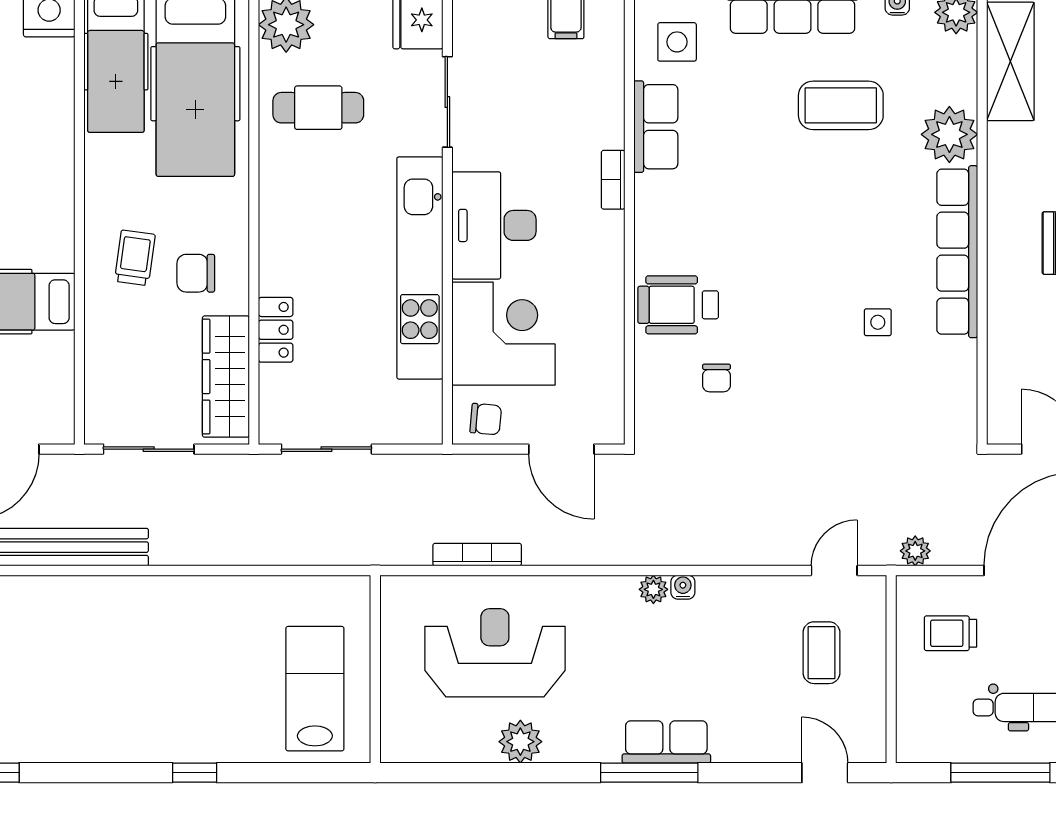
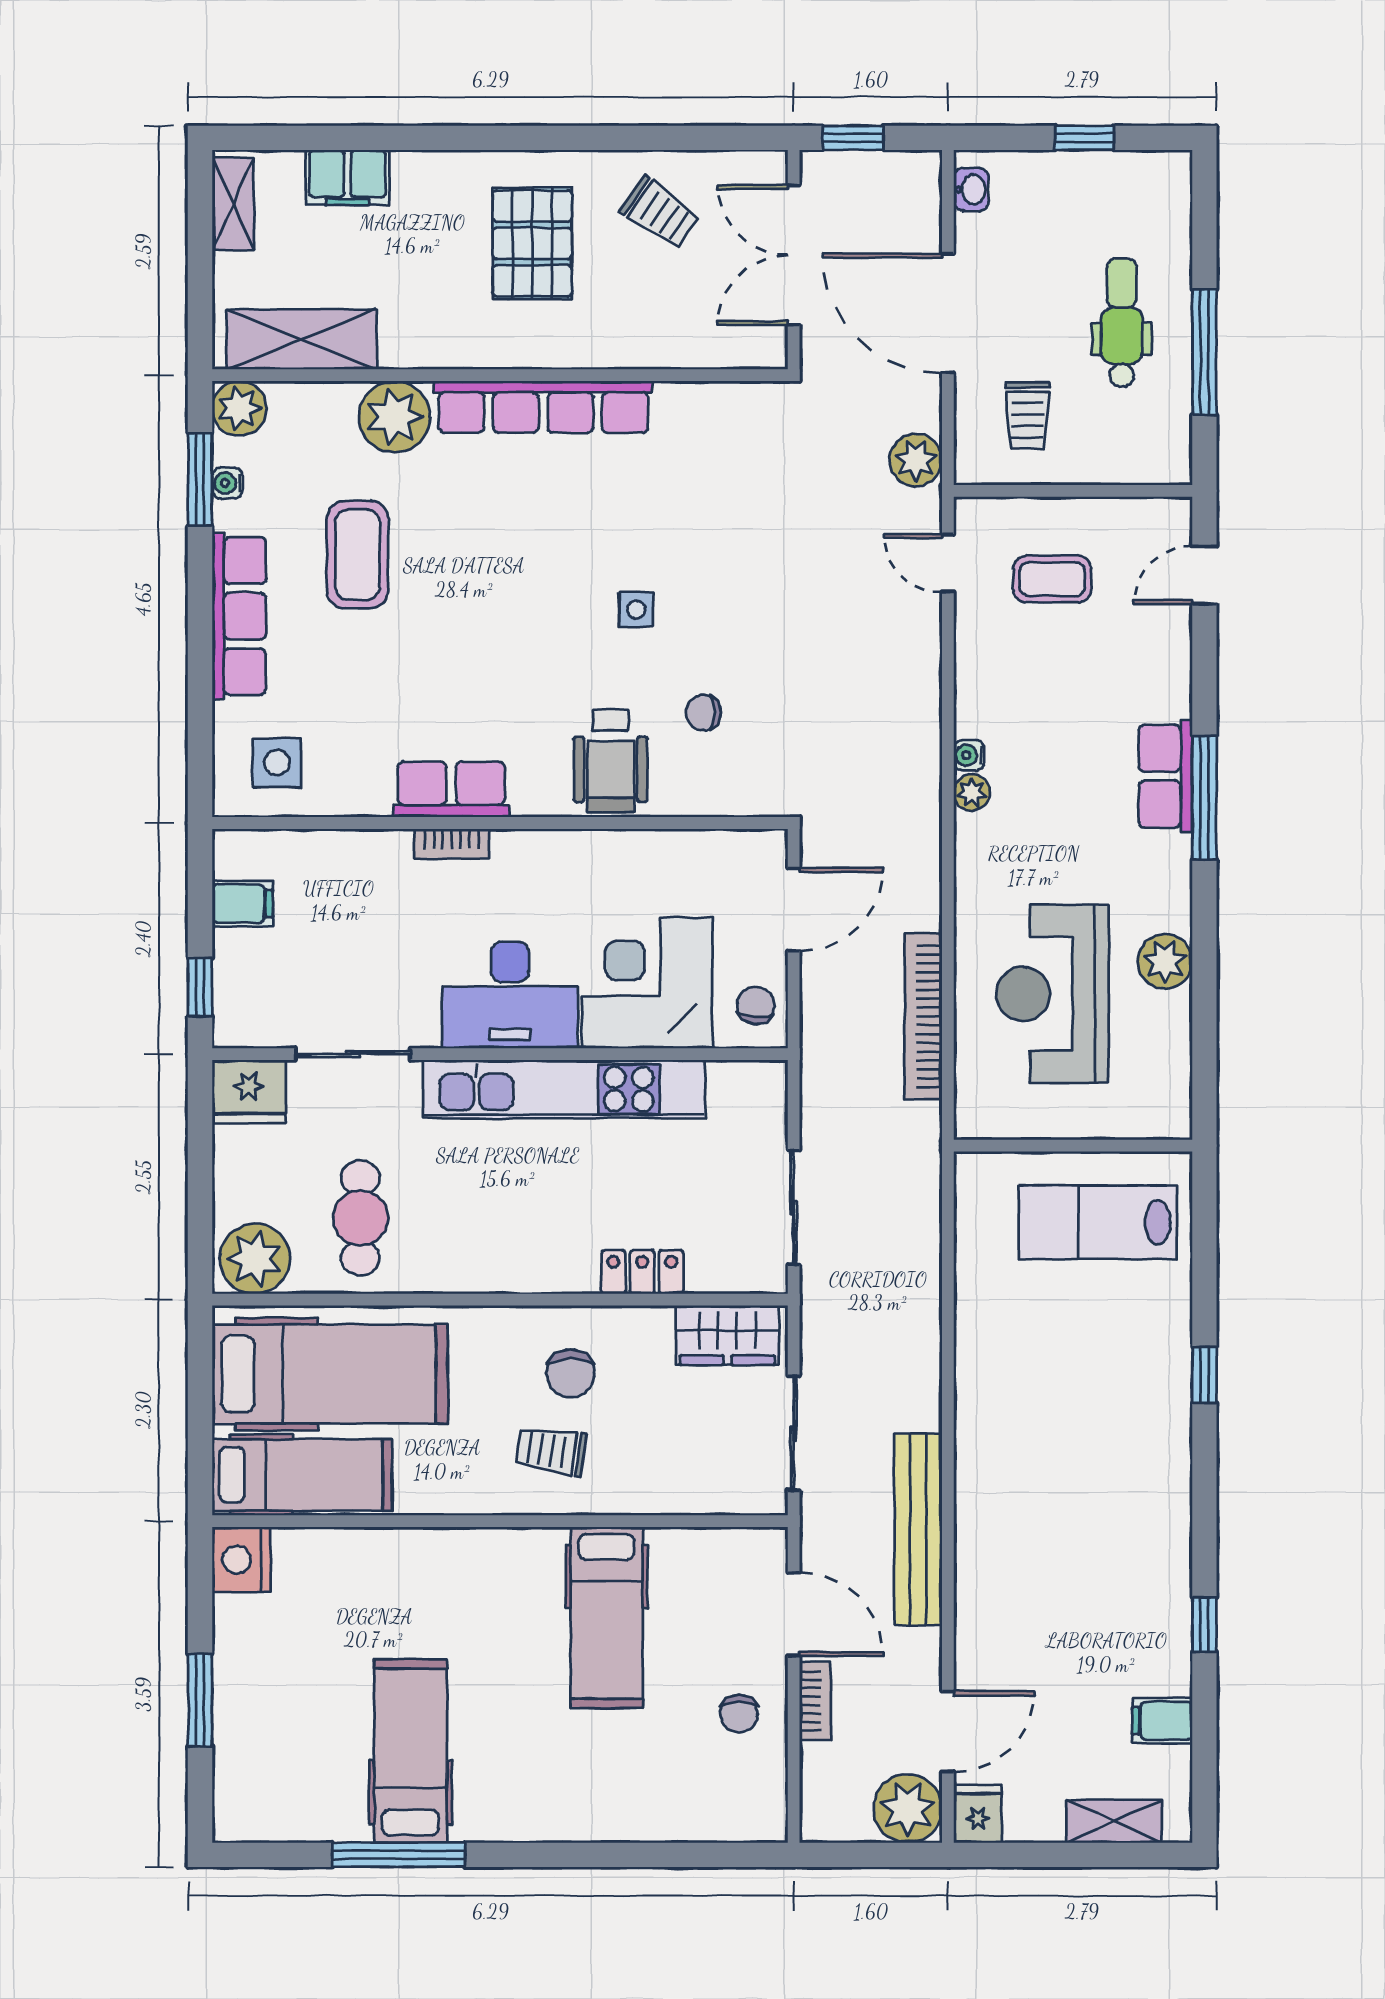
row of seats: (656, 127) -> (451, 789), moved
side table: (878, 322) -> (636, 610), moved
wardrobe: (226, 377) -> (727, 1335), width x0.67
chair: (717, 378) -> (703, 712), turned 180
plant: (915, 551) -> (916, 460), width x1.38, depth x1.38
bookcase: (477, 555) -> (923, 1016), width x1.48, depth x1.31

